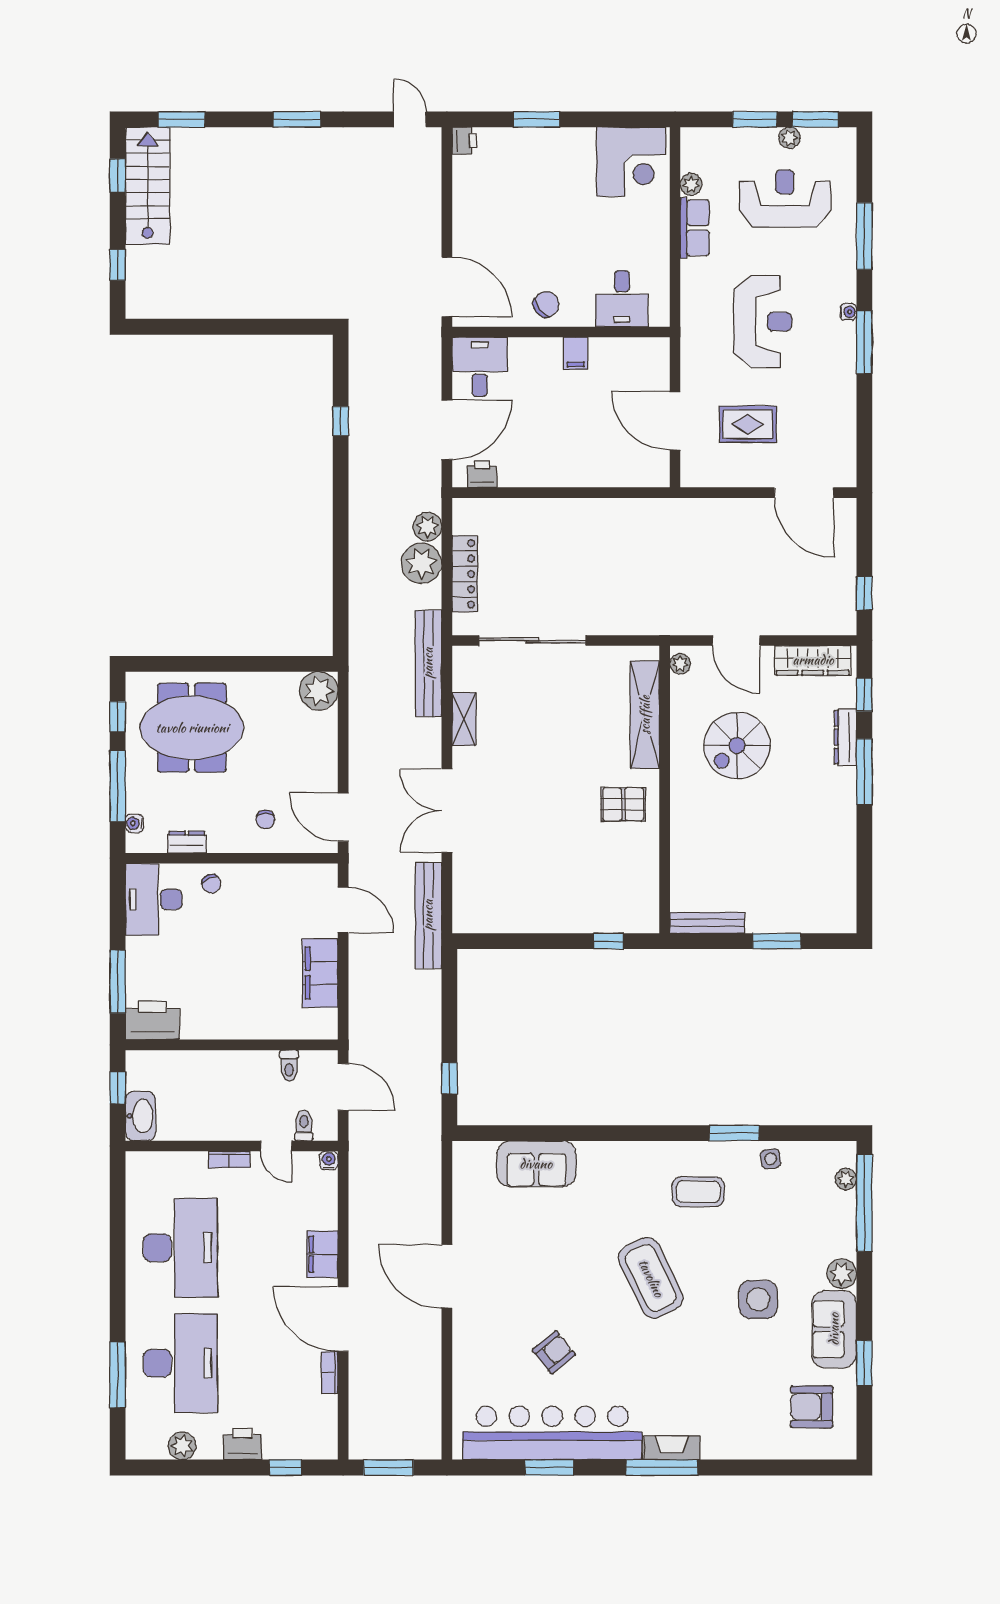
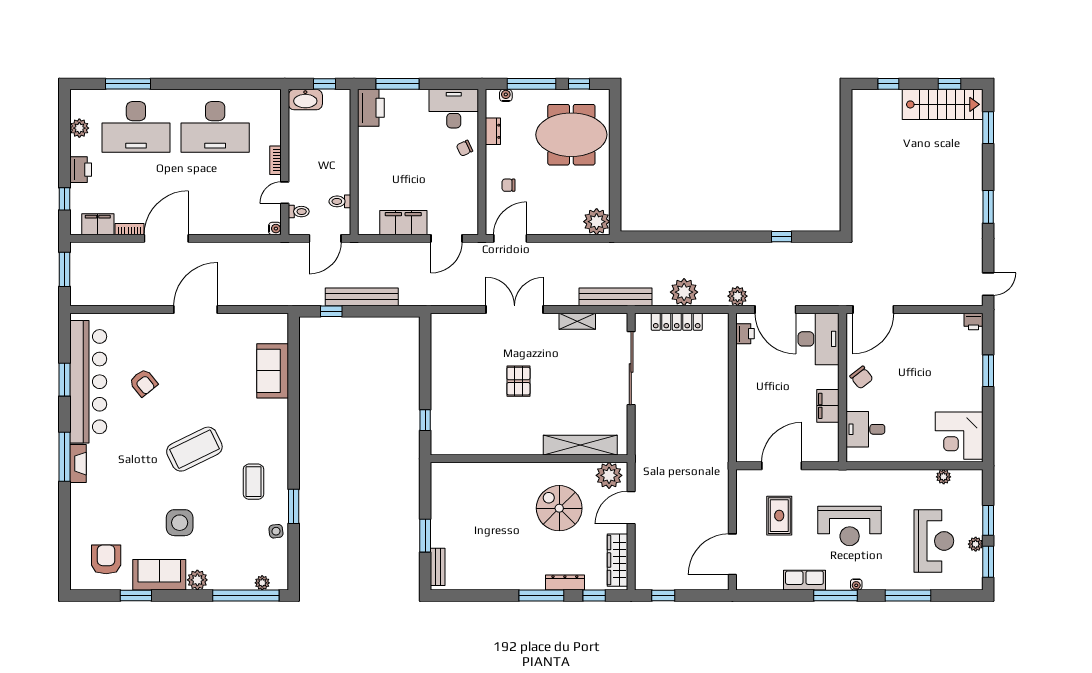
row of seats: (695, 228) -> (804, 580), moved, turned 180
filing cabinet: (576, 353) -> (828, 406), width x2.00
desk: (480, 367) -> (819, 339), width x1.37
plant: (427, 527) -> (737, 296), moved
plant: (680, 664) -> (609, 475), width x1.87, depth x1.87
meeting table: (192, 728) -> (571, 135), turned 90
pallet: (623, 804) -> (518, 381), moved
bench: (428, 915) -> (362, 297), moved
bench: (707, 923) -> (438, 567), moved, width x0.73
filing cabinet: (322, 1254) -> (98, 224), moved

